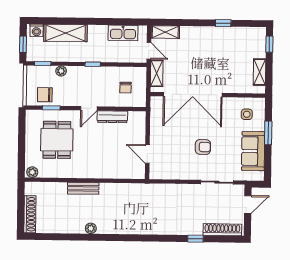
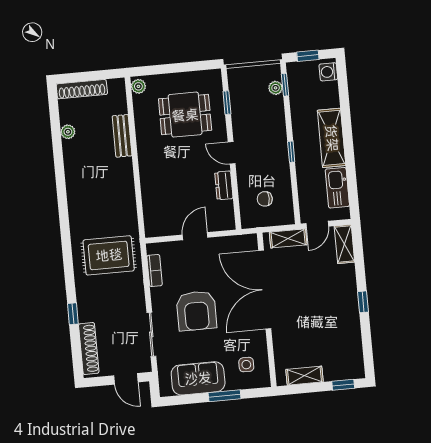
window: (223, 23) -> (363, 302), moved
shelving: (66, 33) -> (332, 138), moved
plant: (61, 71) -> (276, 88), moved
chair: (45, 95) -> (244, 92), removed
dresser: (112, 117) -> (224, 185), width x0.70
armchair: (203, 147) -> (196, 311), width x1.88, depth x1.88
door: (147, 154) -> (195, 236), moved
bookcase: (170, 175) -> (155, 271), added
bench: (83, 188) -> (122, 136), moved
rug: (155, 208) -> (109, 255), added
plant: (91, 228) -> (68, 132), moved

